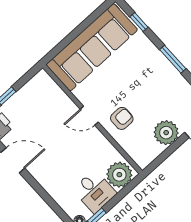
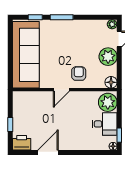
window: (173, 59) -> (62, 17), moved
floor lamp: (143, 159) -> (111, 82), added

